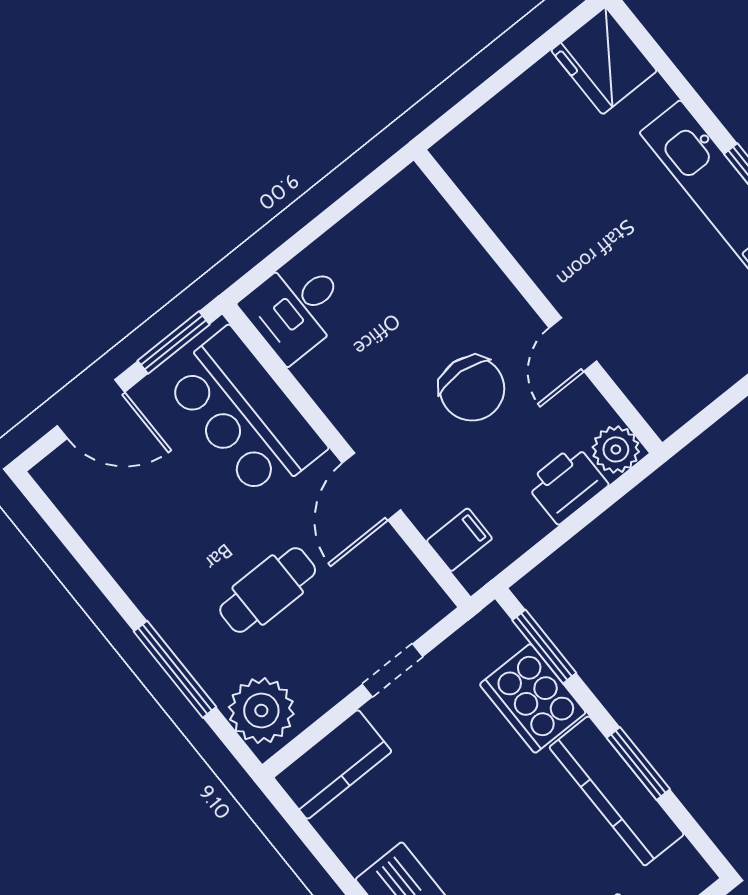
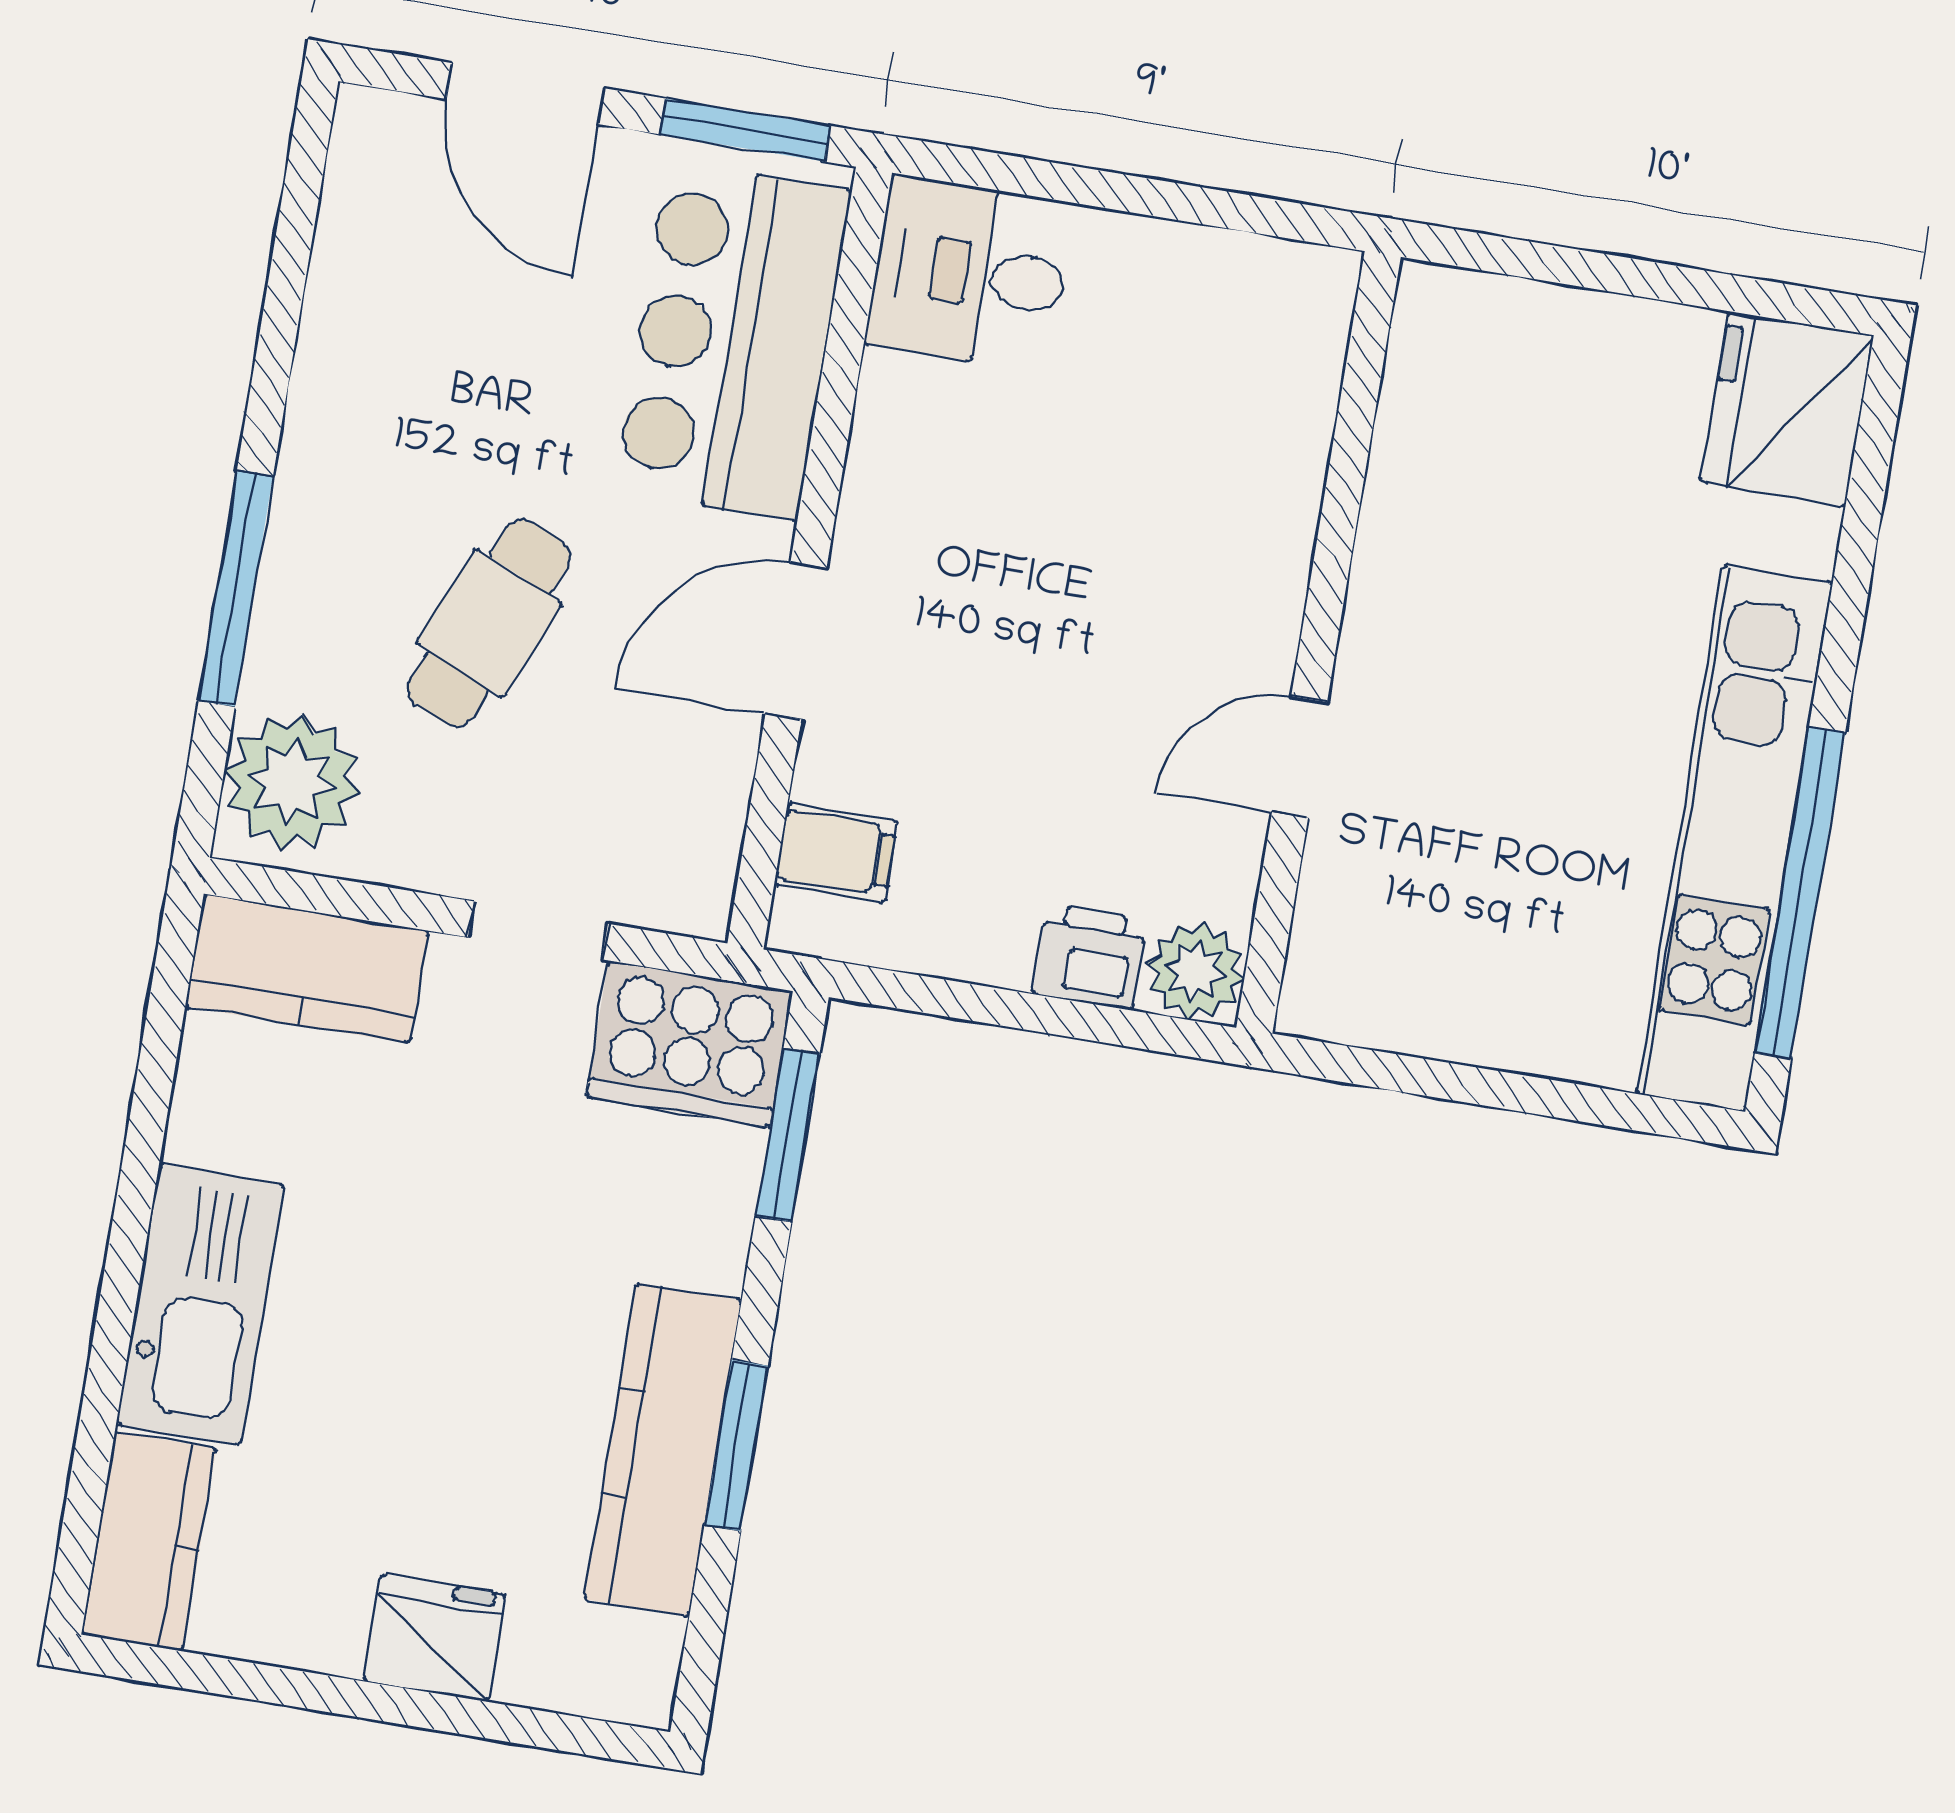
chair: (472, 389) -> (1090, 661), removed
printer: (567, 484) -> (1090, 957), width x0.73, depth x0.81
cafe table: (268, 590) -> (489, 623), turned -67
cooker: (533, 698) -> (689, 1044), moved, turned -90

